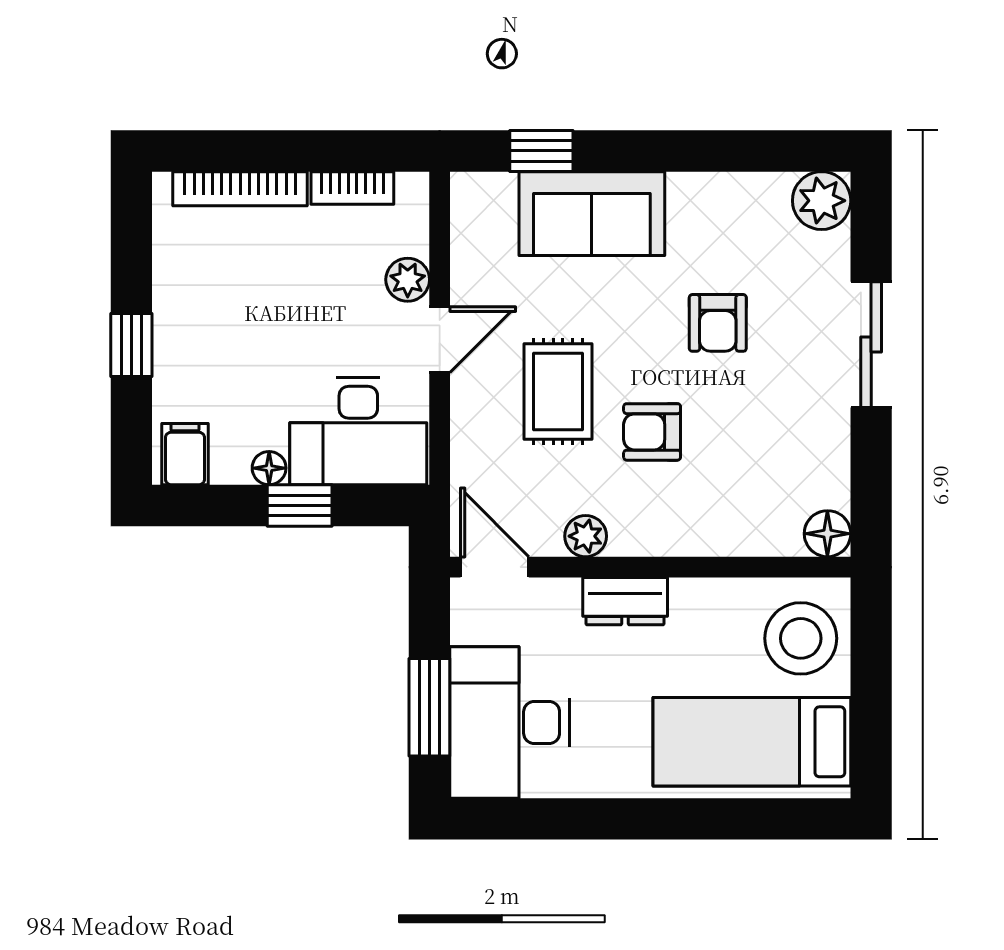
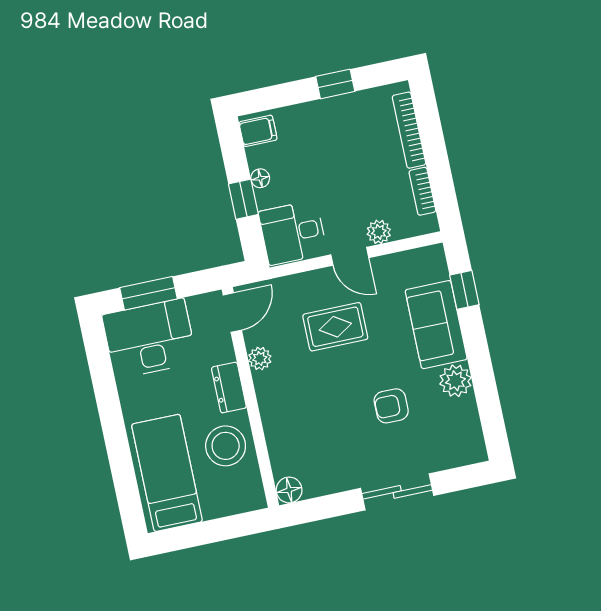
plant: (822, 201) -> (455, 381), moved
window: (131, 345) -> (335, 84), moved
desk: (358, 431) -> (293, 233), width x0.73
armchair: (652, 432) -> (324, 383), removed
stool: (801, 638) -> (226, 446), moved

